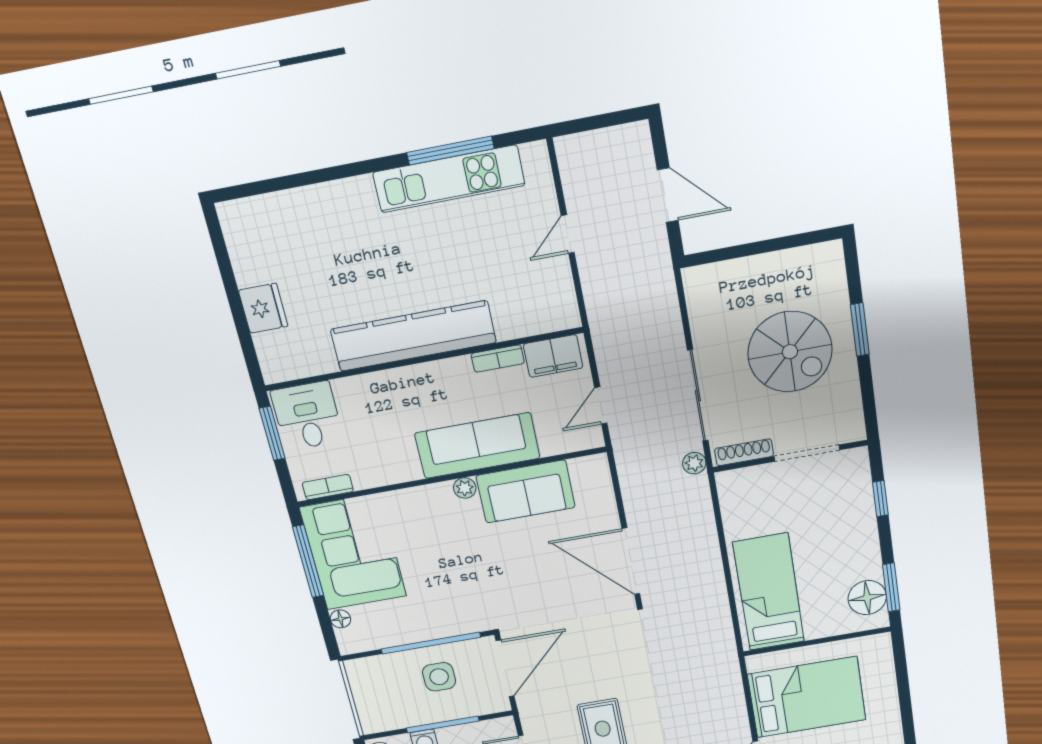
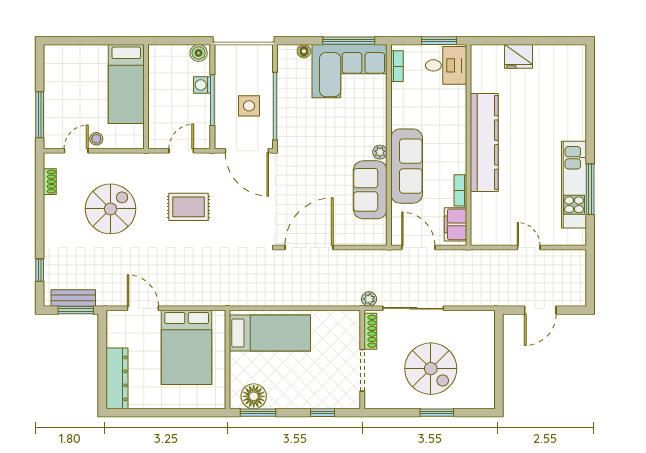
spiral stairs: (790, 352) -> (431, 369), turned -90
door: (601, 405) -> (418, 248), width x1.38

